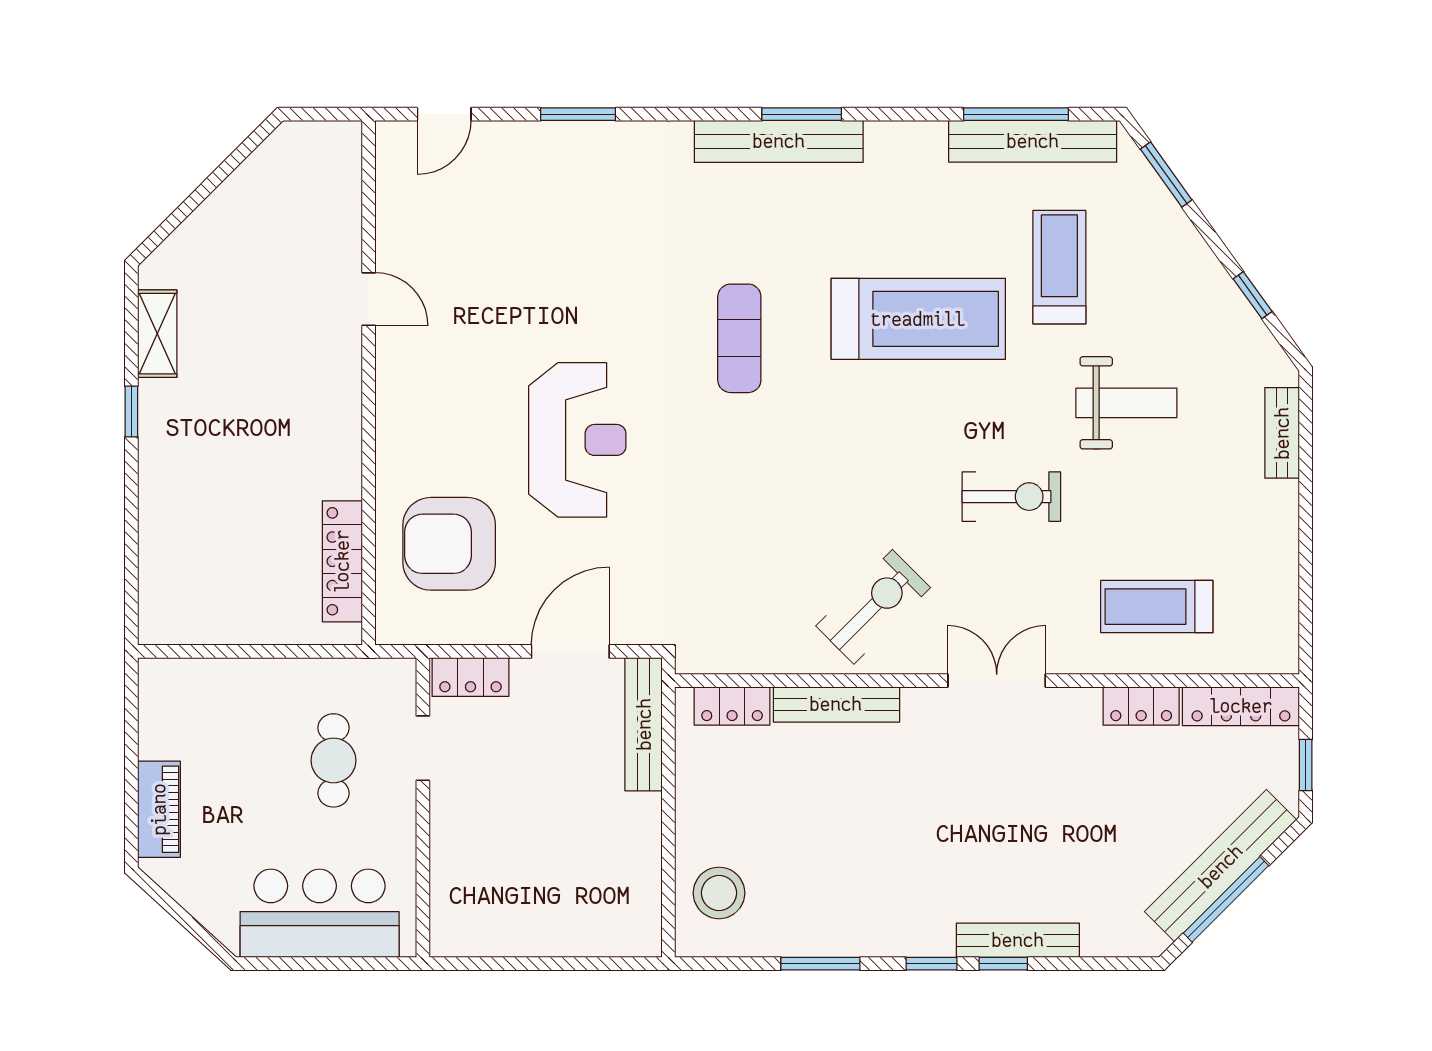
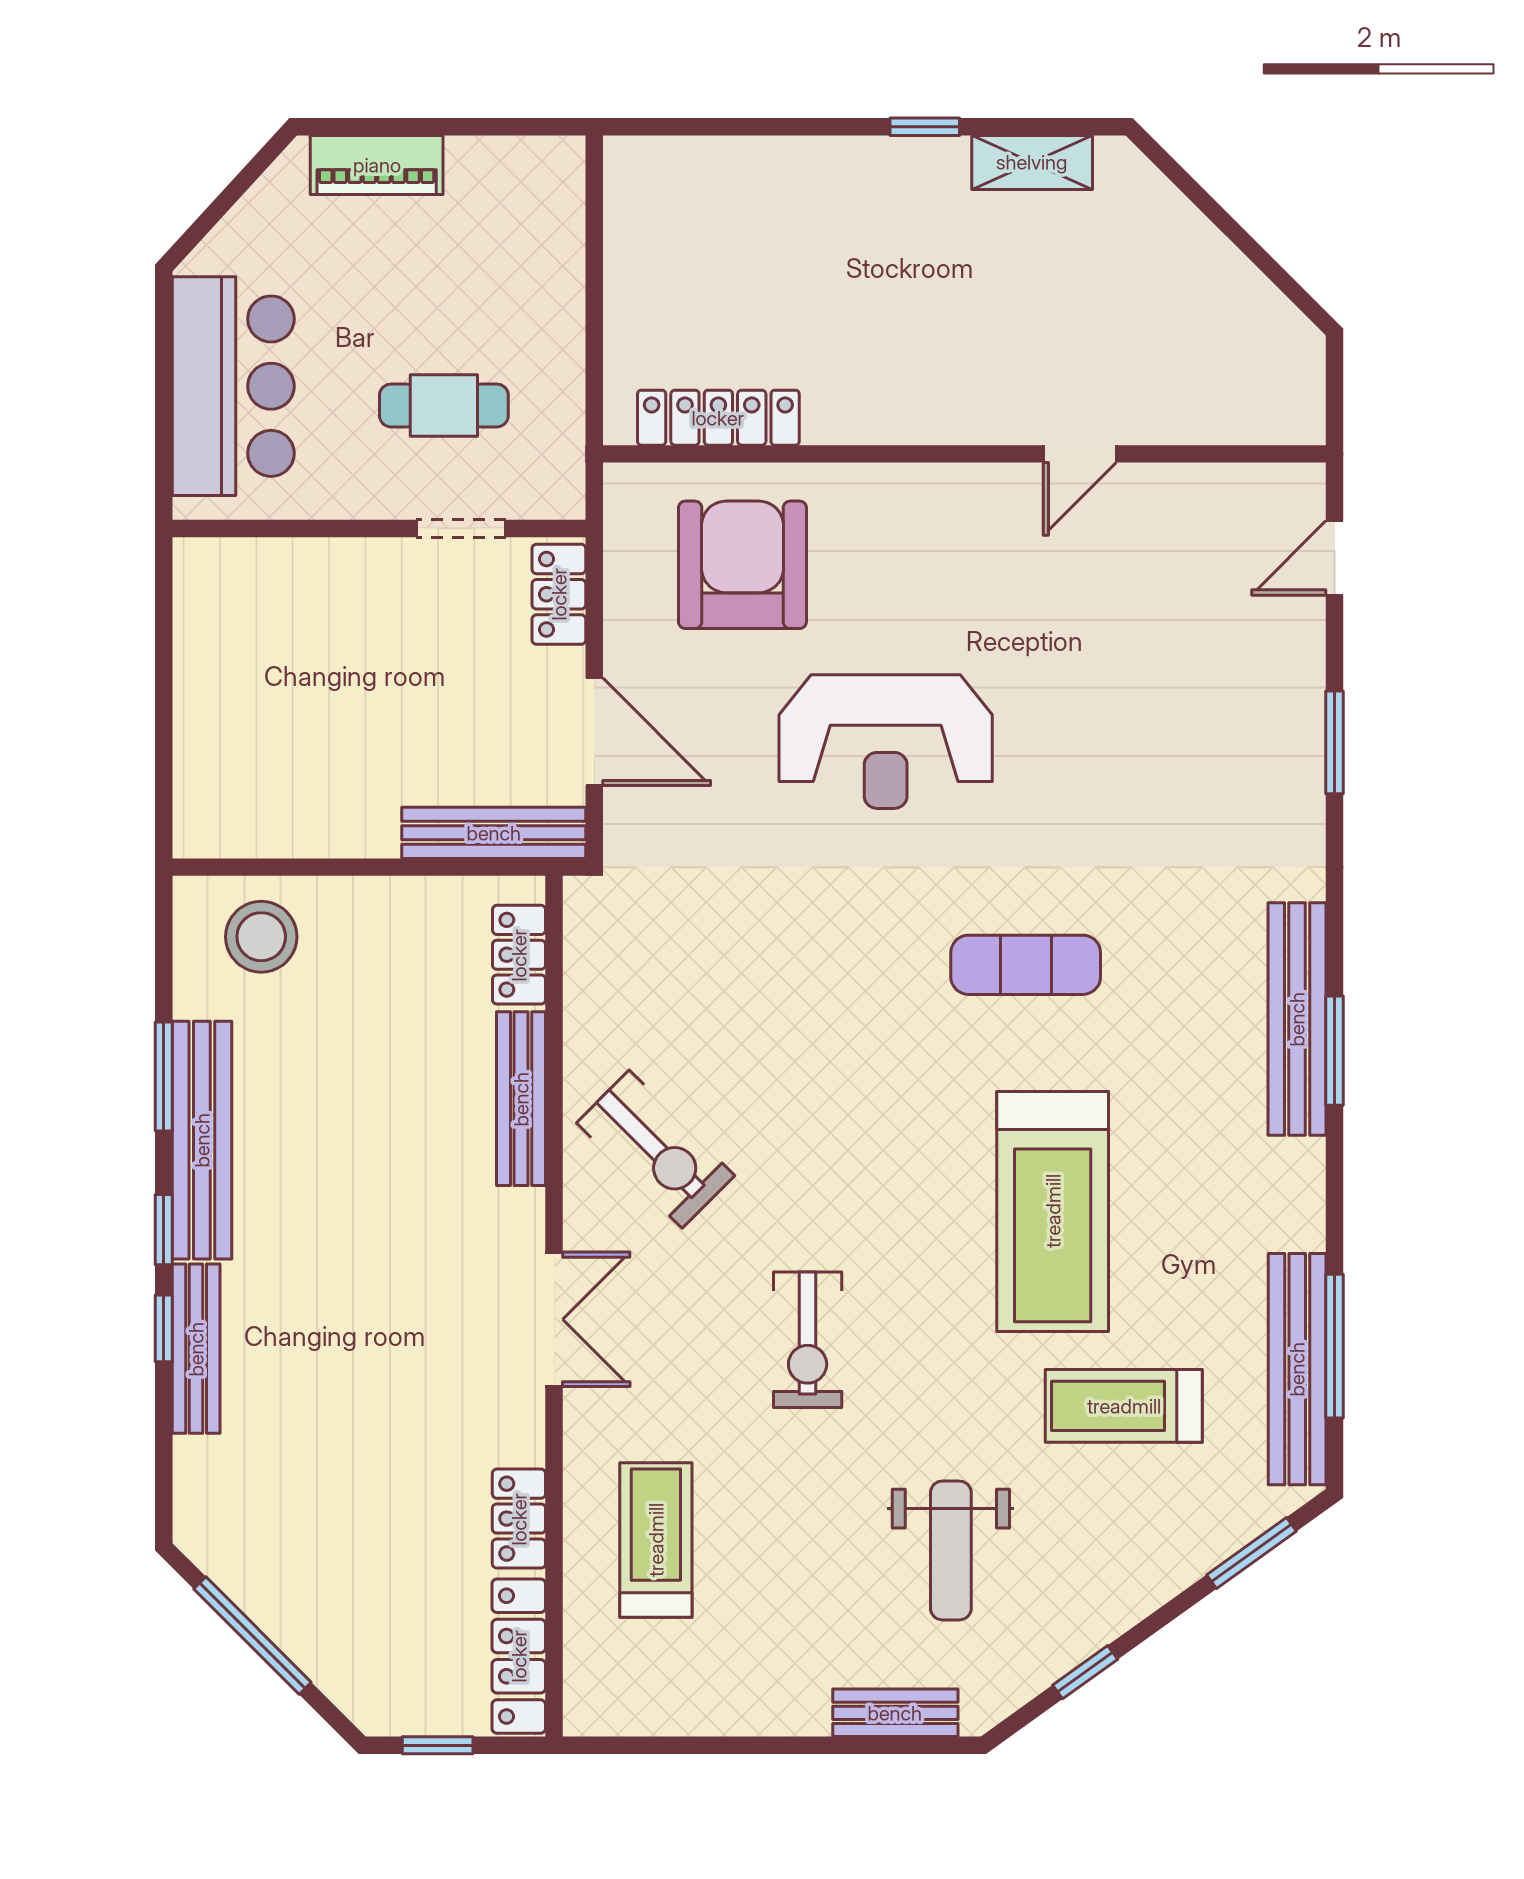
door: (444, 114) -> (1335, 558), hinge flipped
treadmill: (1059, 267) -> (1124, 1406), turned 180
weight bench: (1126, 403) -> (951, 1550), moved
bench: (1221, 866) -> (202, 1140), moved, turned 45

